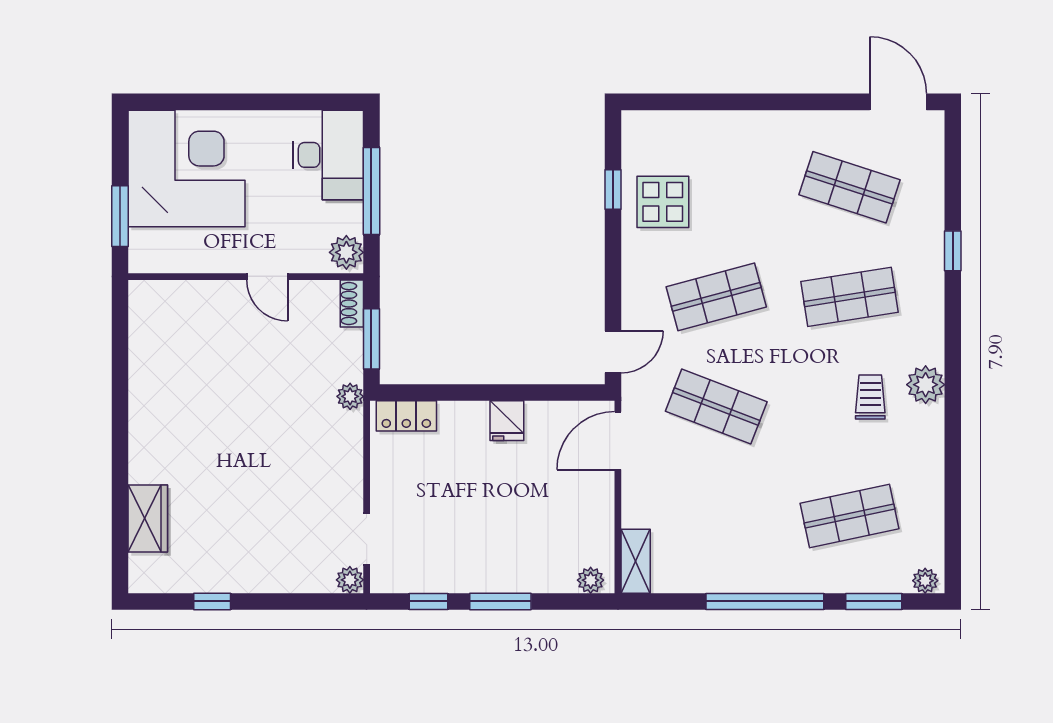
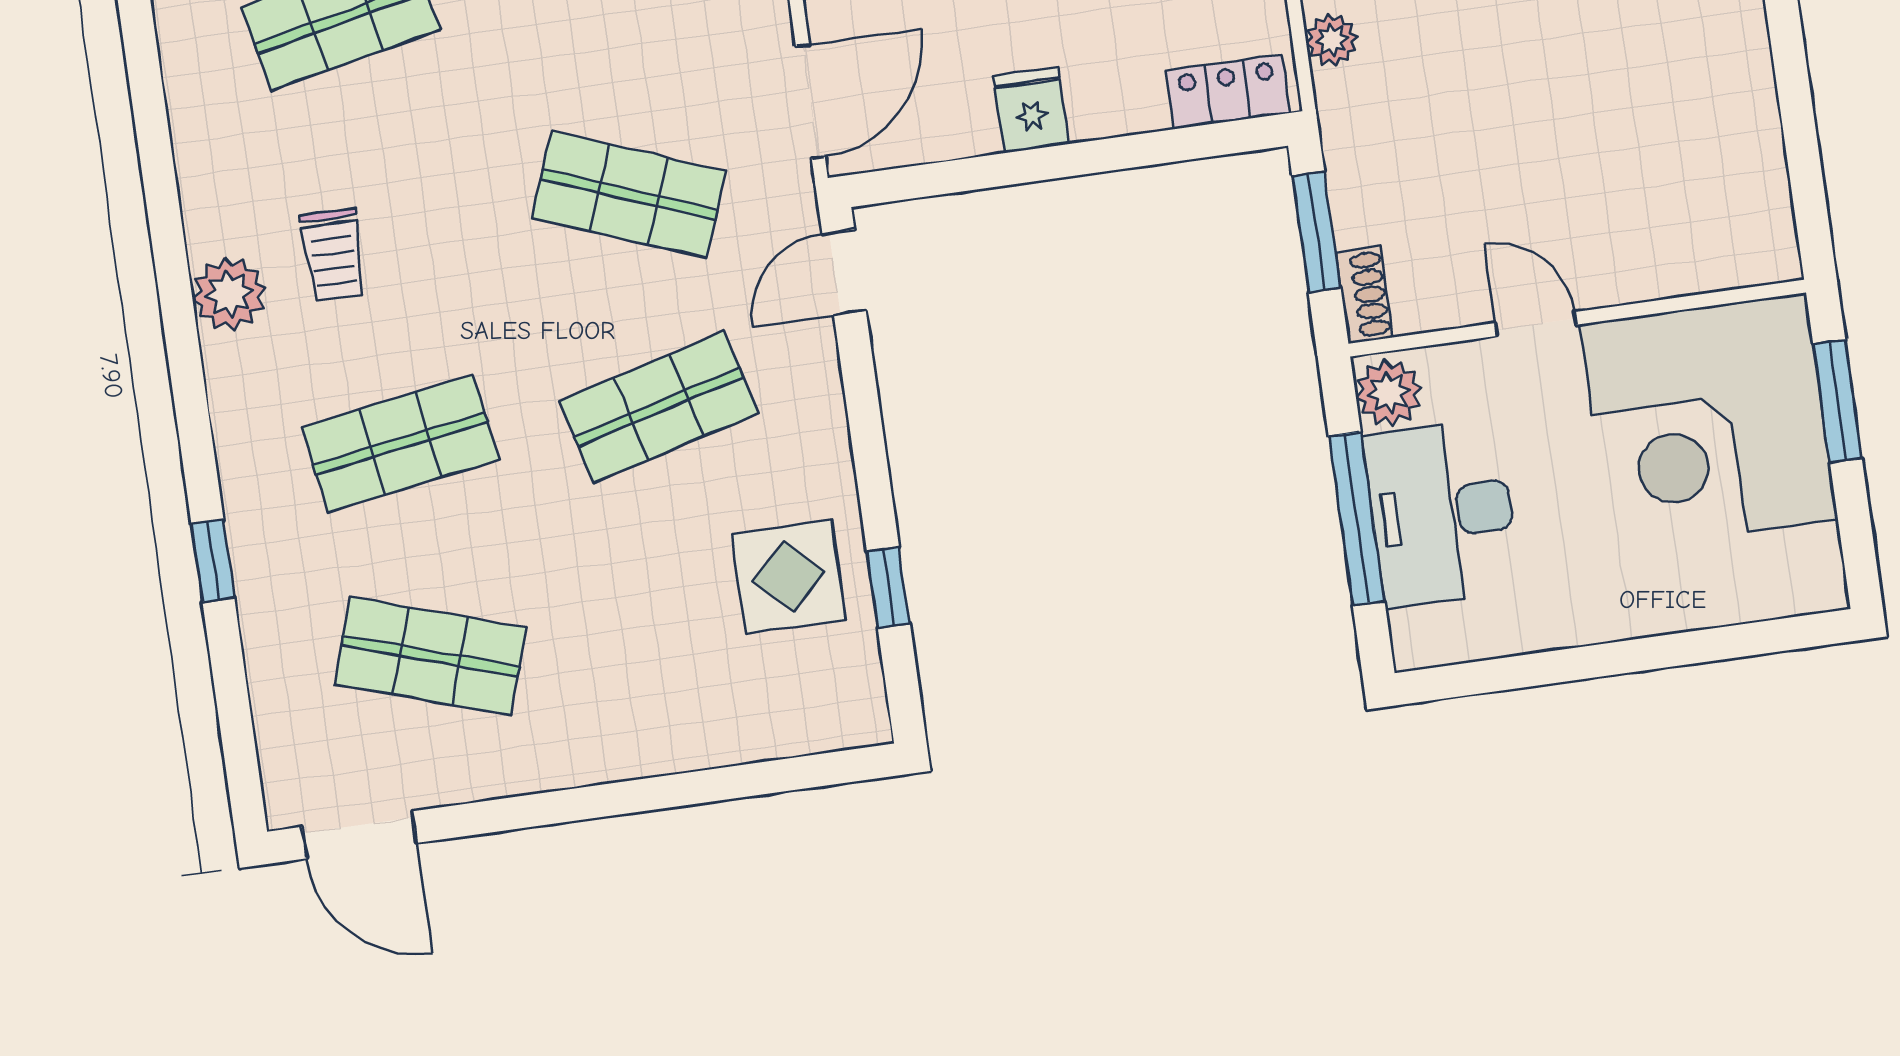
desk: (328, 155) -> (1442, 513), moved
corner desk: (187, 168) -> (1709, 422), moved
plant: (350, 396) -> (1332, 40), moved

